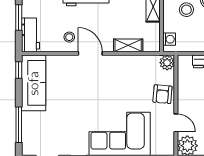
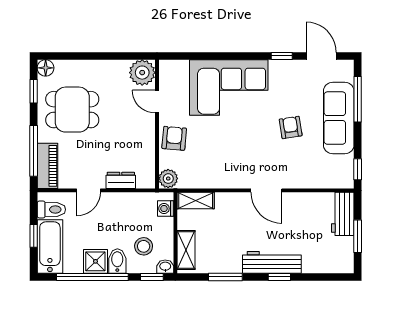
stool: (69, 37) -> (293, 211), removed
shelving: (128, 45) -> (196, 201), moved
sofa: (34, 83) -> (339, 118), moved
armchair: (71, 103) -> (291, 127), added

